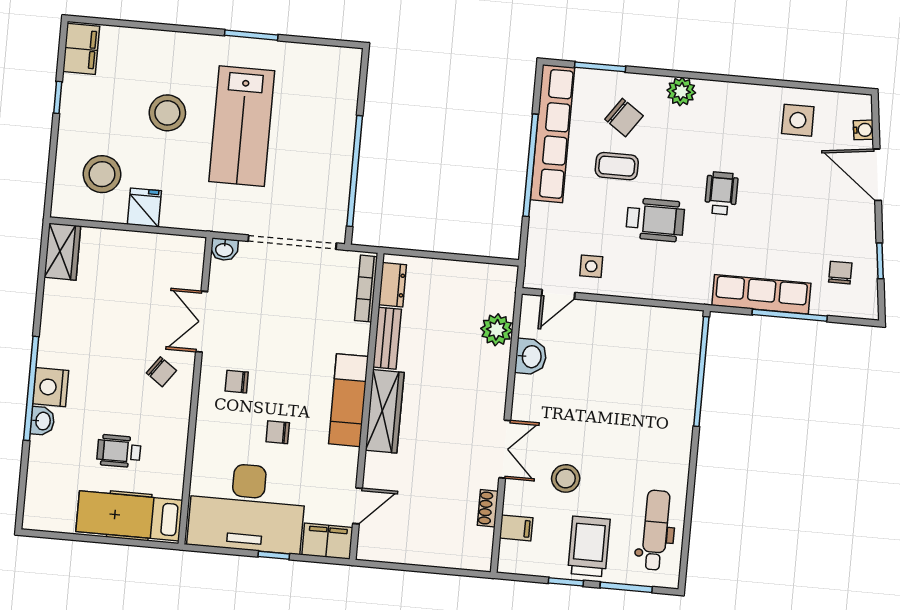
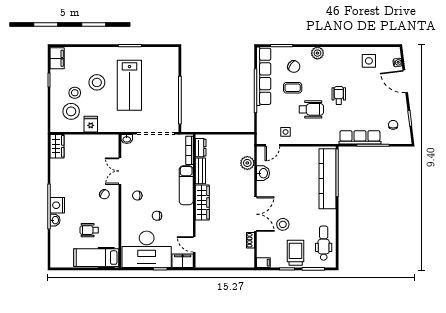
stool: (114, 132) -> (75, 93), added
kitchen counter: (678, 383) -> (327, 179), added
exam couch: (348, 400) -> (186, 185), moved
double door: (505, 449) -> (255, 214), width x1.37
door: (358, 506) -> (194, 244), swing flipped
filing cabinet: (516, 528) -> (263, 263), moved

